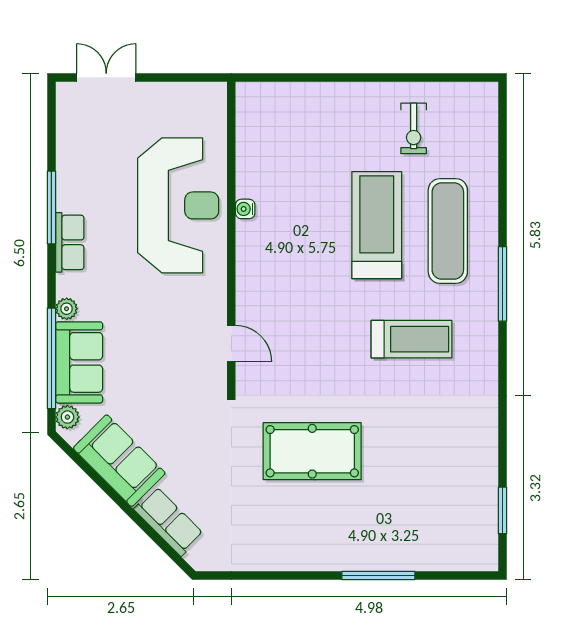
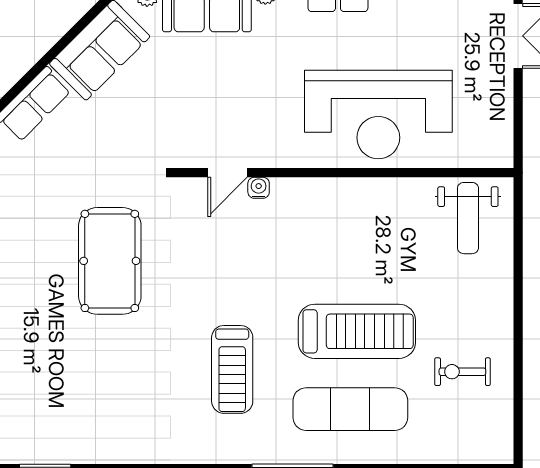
weight bench: (273, 123) -> (468, 218), added
water cooler: (245, 209) -> (259, 188), moved

